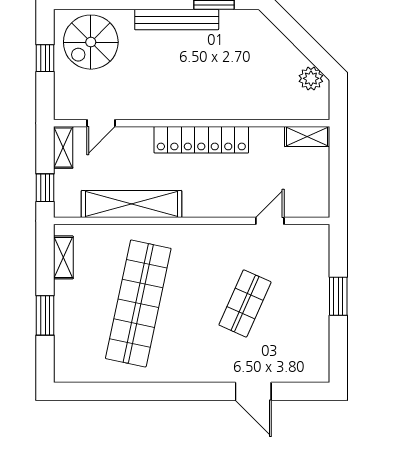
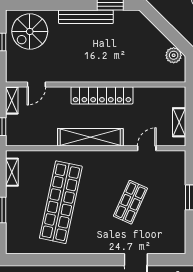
shelving: (307, 137) -> (179, 122), moved, turned 90
shelving: (132, 204) -> (90, 137), moved

